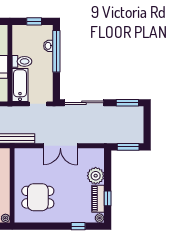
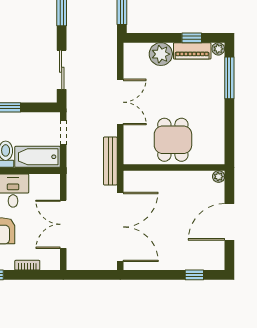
sliding door: (84, 103) -> (62, 70), width x0.73
dining table: (38, 197) -> (173, 140), moved
window: (78, 226) -> (229, 78), width x2.17

